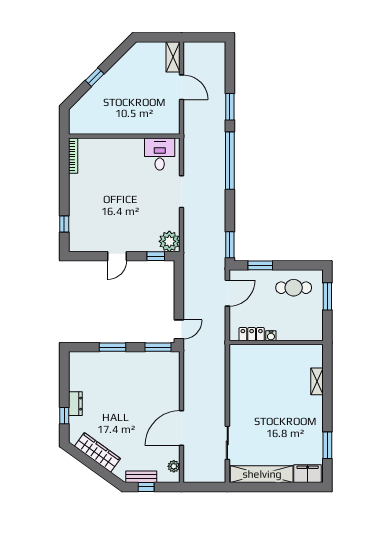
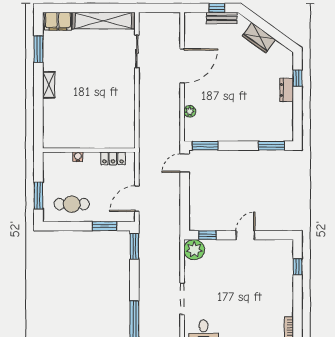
water cooler: (271, 336) -> (78, 157), moved
window: (112, 347) -> (271, 146), moved
shelving: (317, 381) -> (49, 85), moved
wardrobe: (97, 452) -> (259, 38), width x0.67
plant: (174, 466) -> (190, 111), moved

